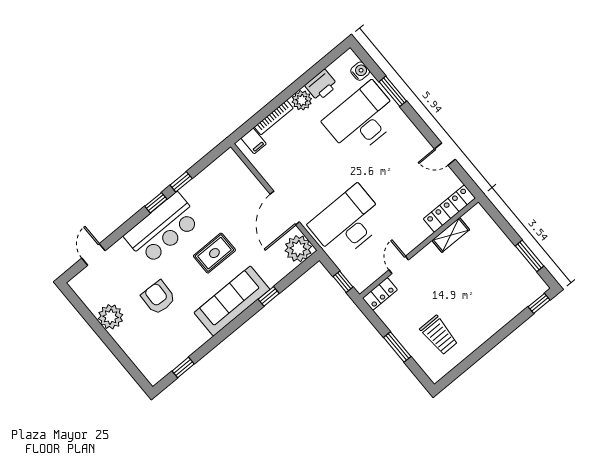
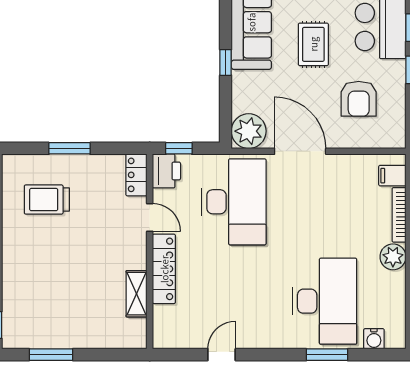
printer: (321, 85) -> (166, 171), moved, turned 180
armchair: (224, 199) -> (359, 99), added
locker: (449, 209) -> (164, 269), moved

